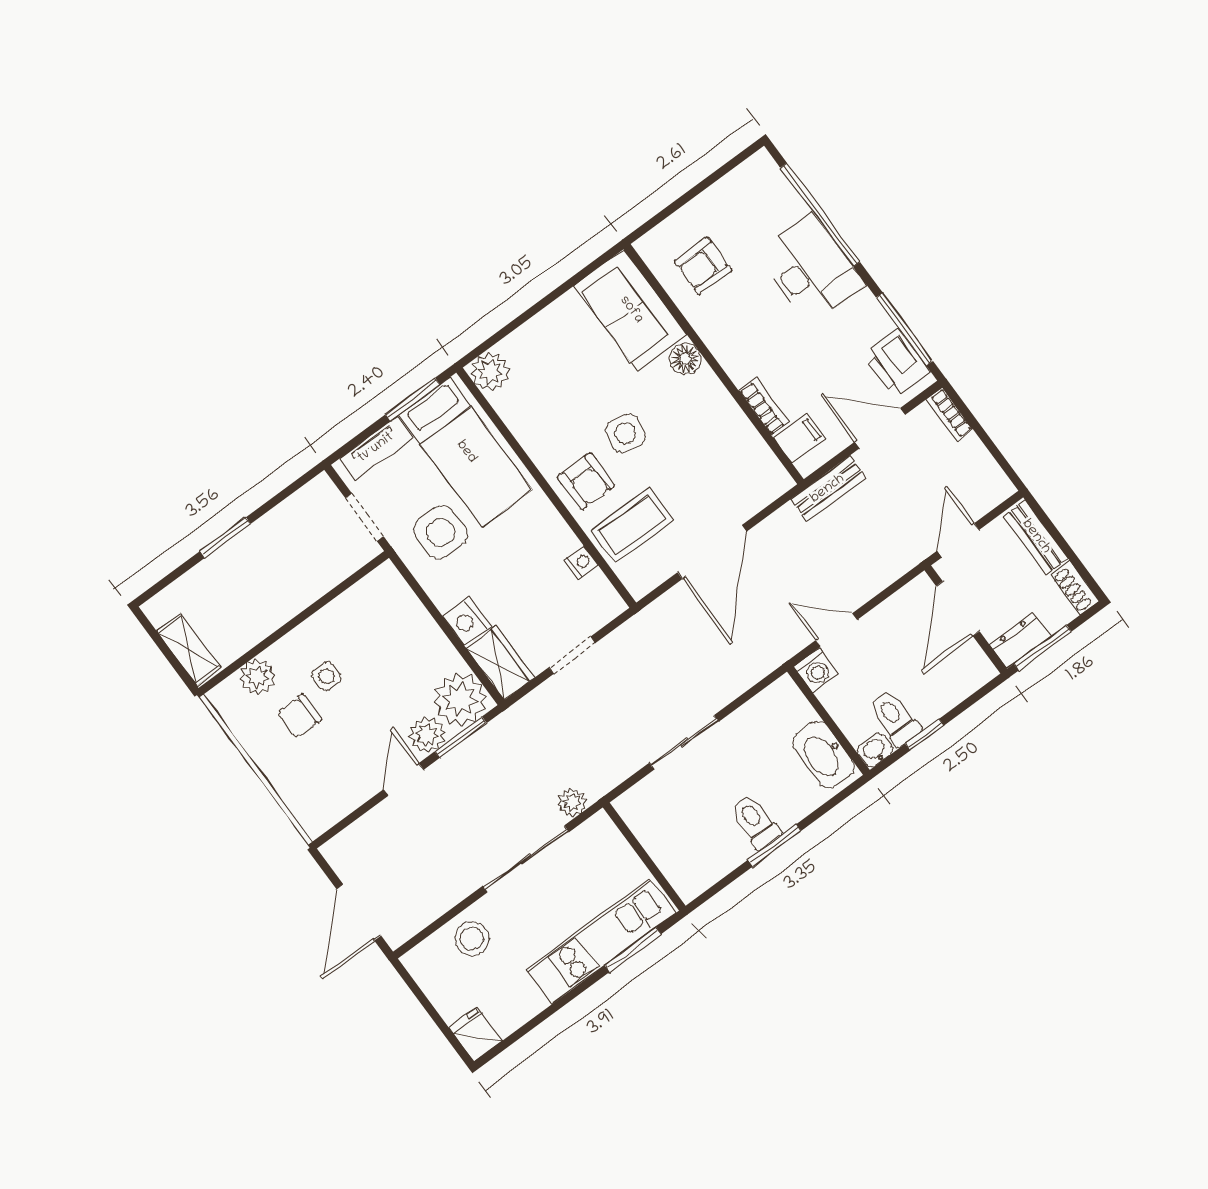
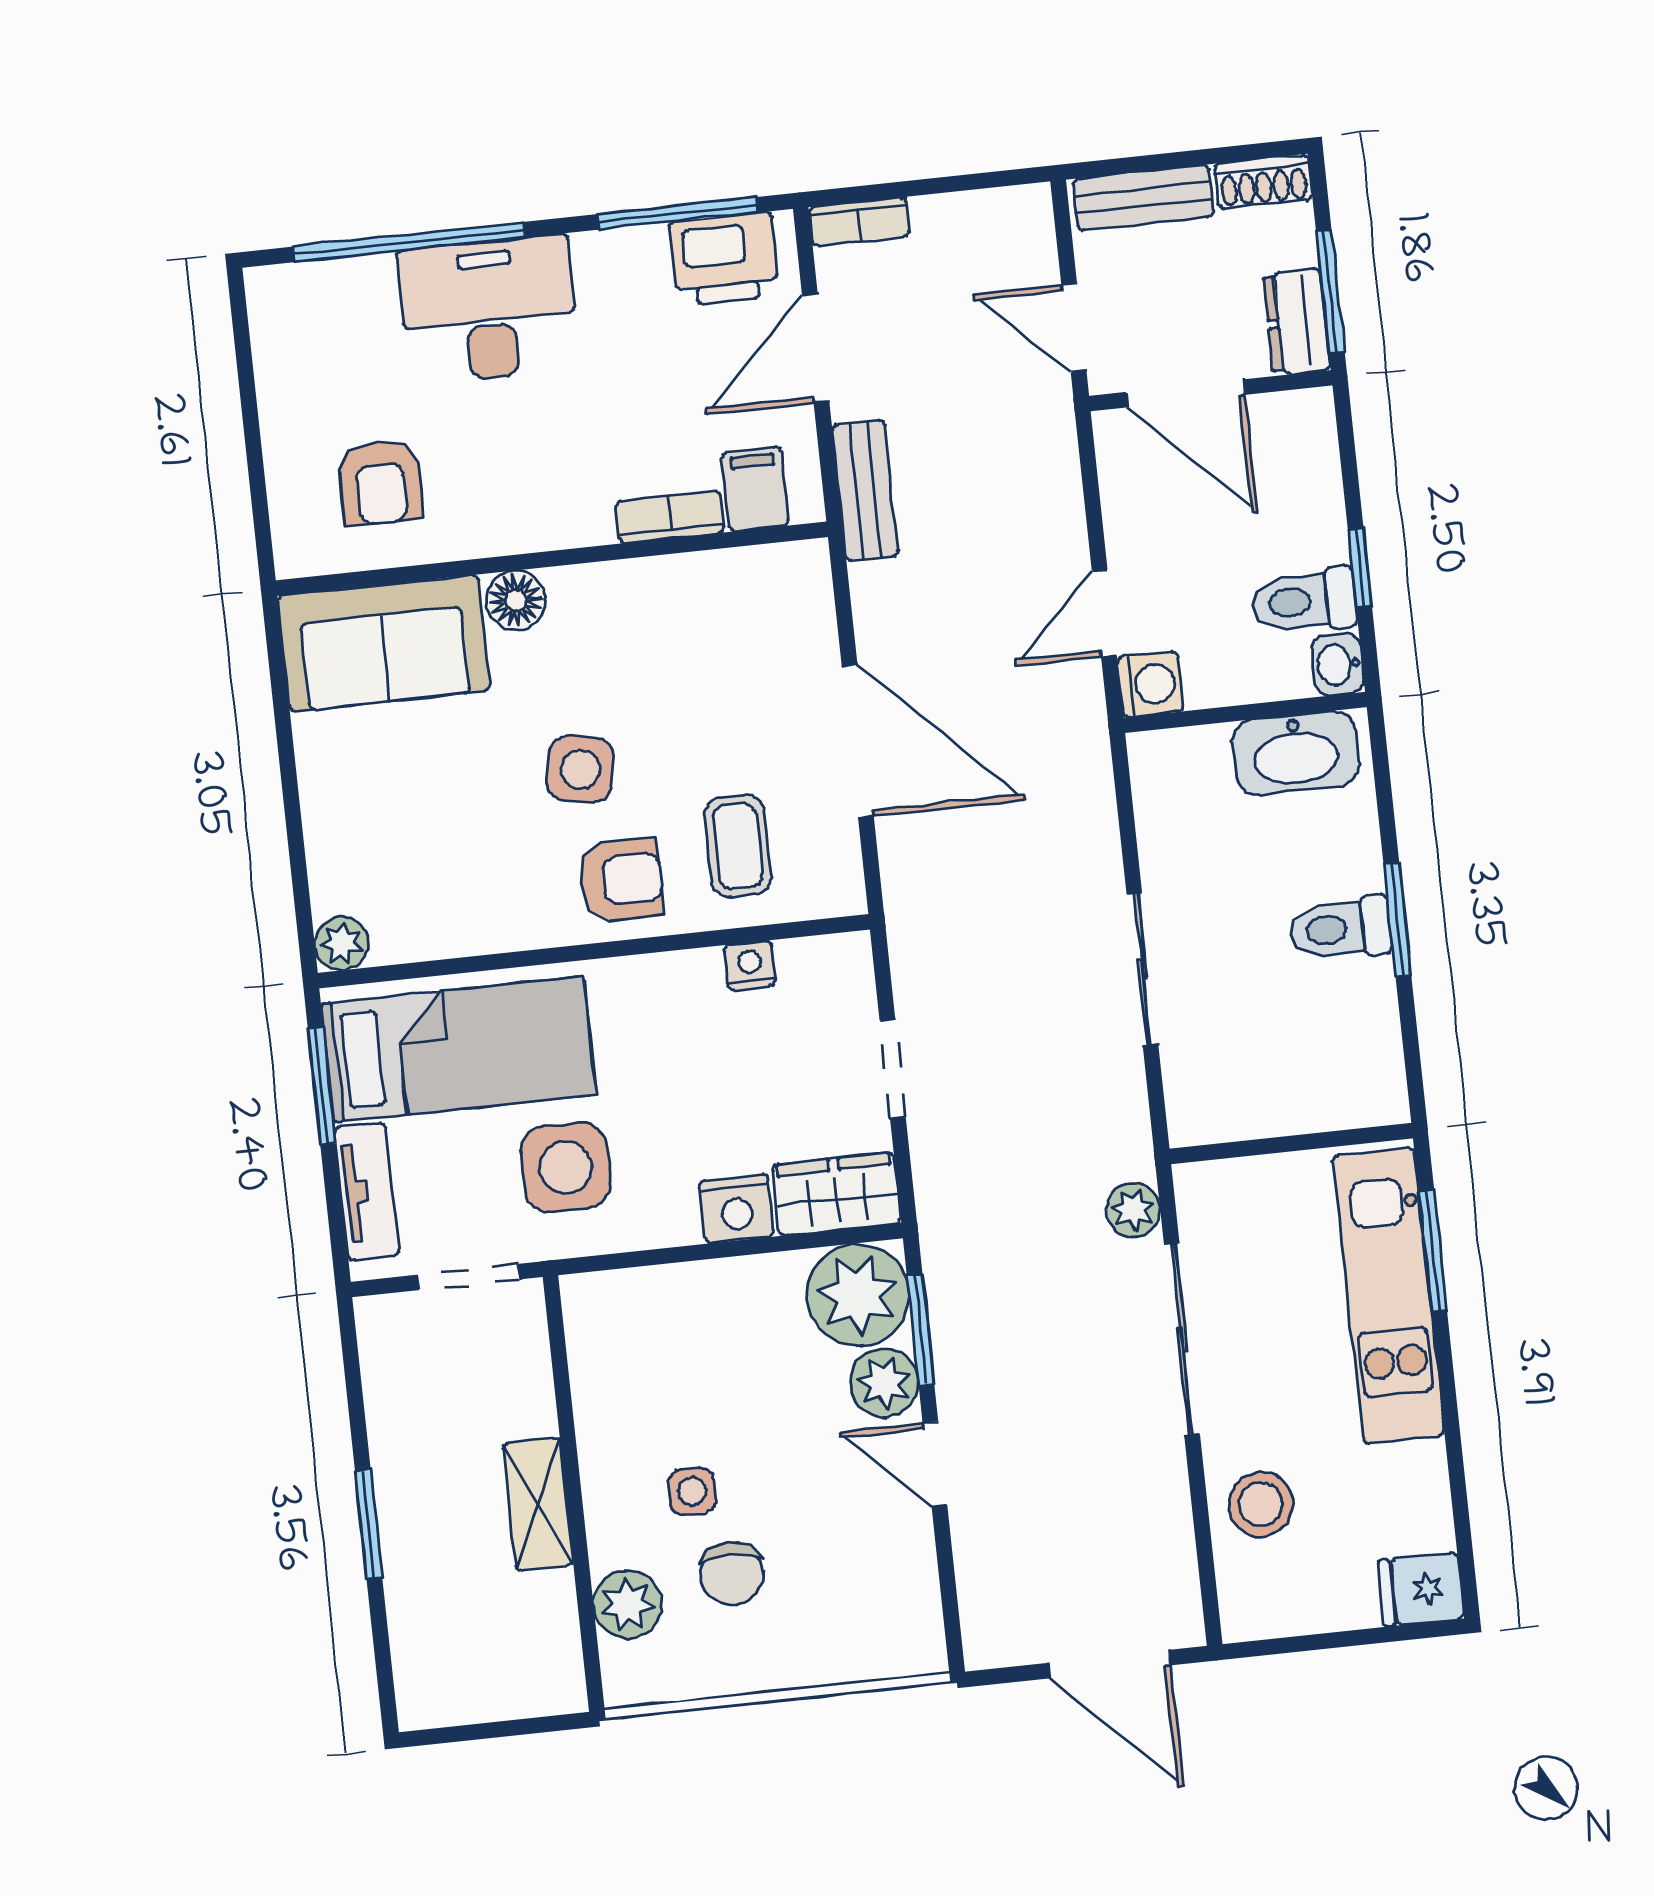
plant: (490, 372) -> (341, 943), width x0.73, depth x0.73
coffee table: (632, 525) -> (738, 846), width x0.73, depth x0.77
shelving: (189, 649) -> (538, 1504), moved, turned 90

